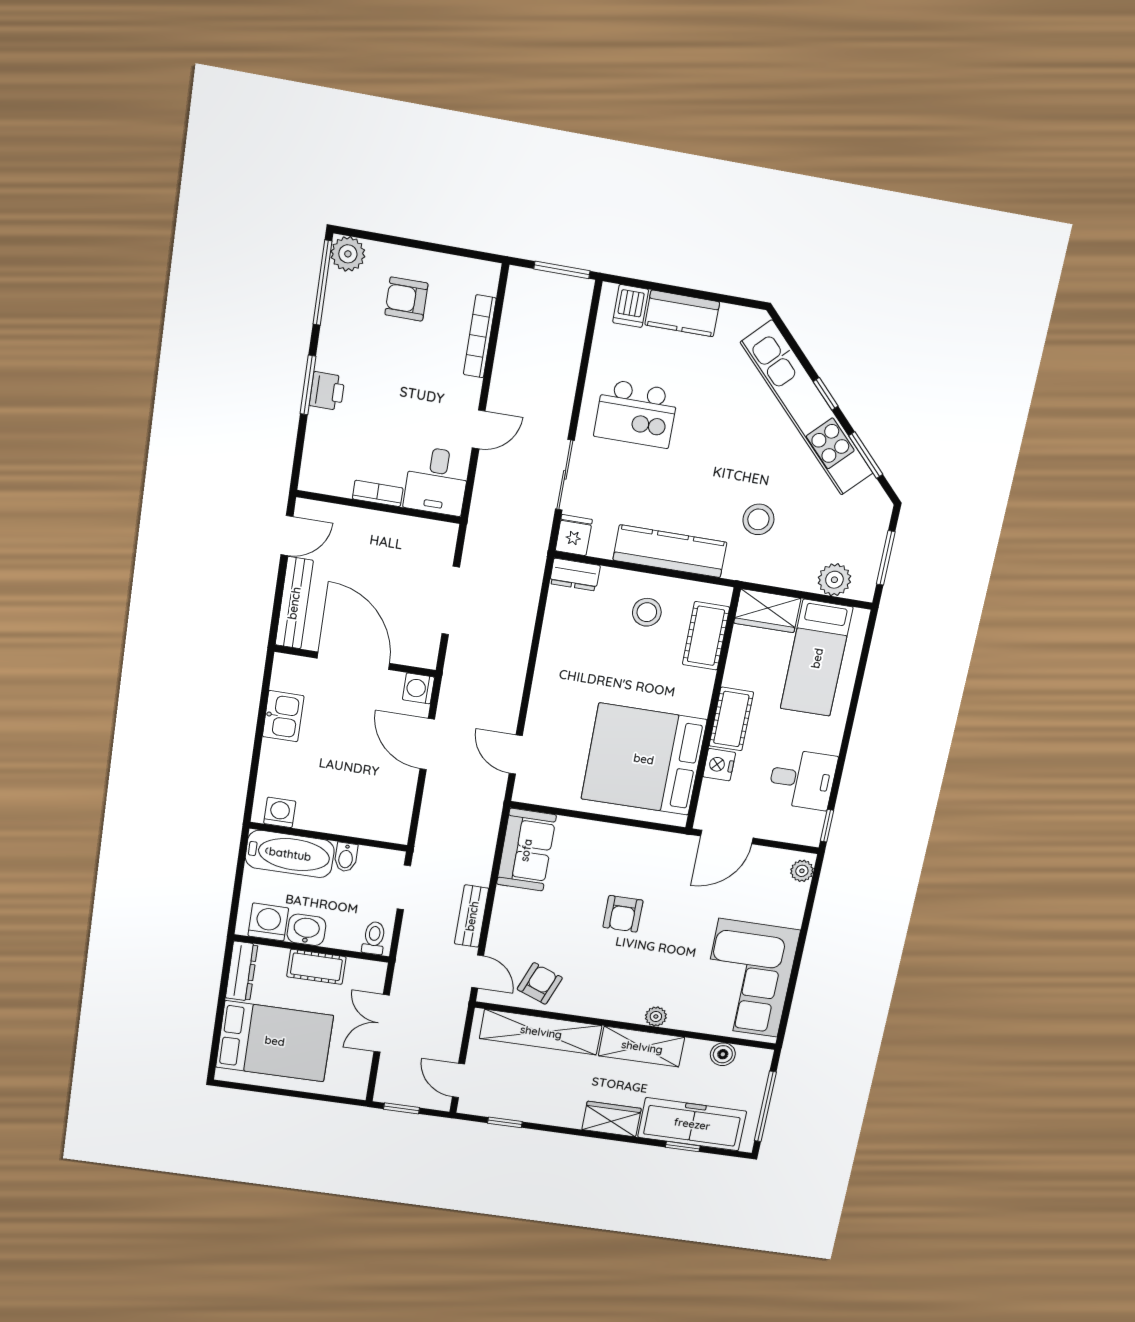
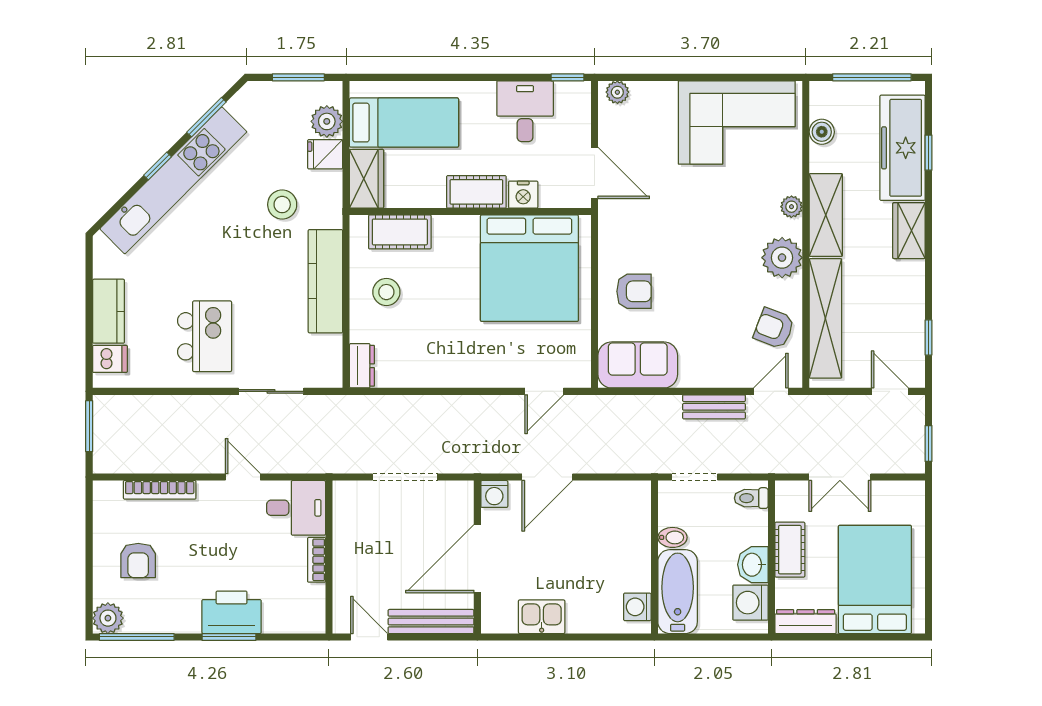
printer: (327, 391) -> (232, 612), width x1.87, depth x1.48
fridge: (574, 535) -> (325, 154), moved
armchair: (623, 914) -> (634, 291), moved
plant: (608, 1001) -> (782, 258), added
door: (459, 1080) -> (890, 391), swing flipped

